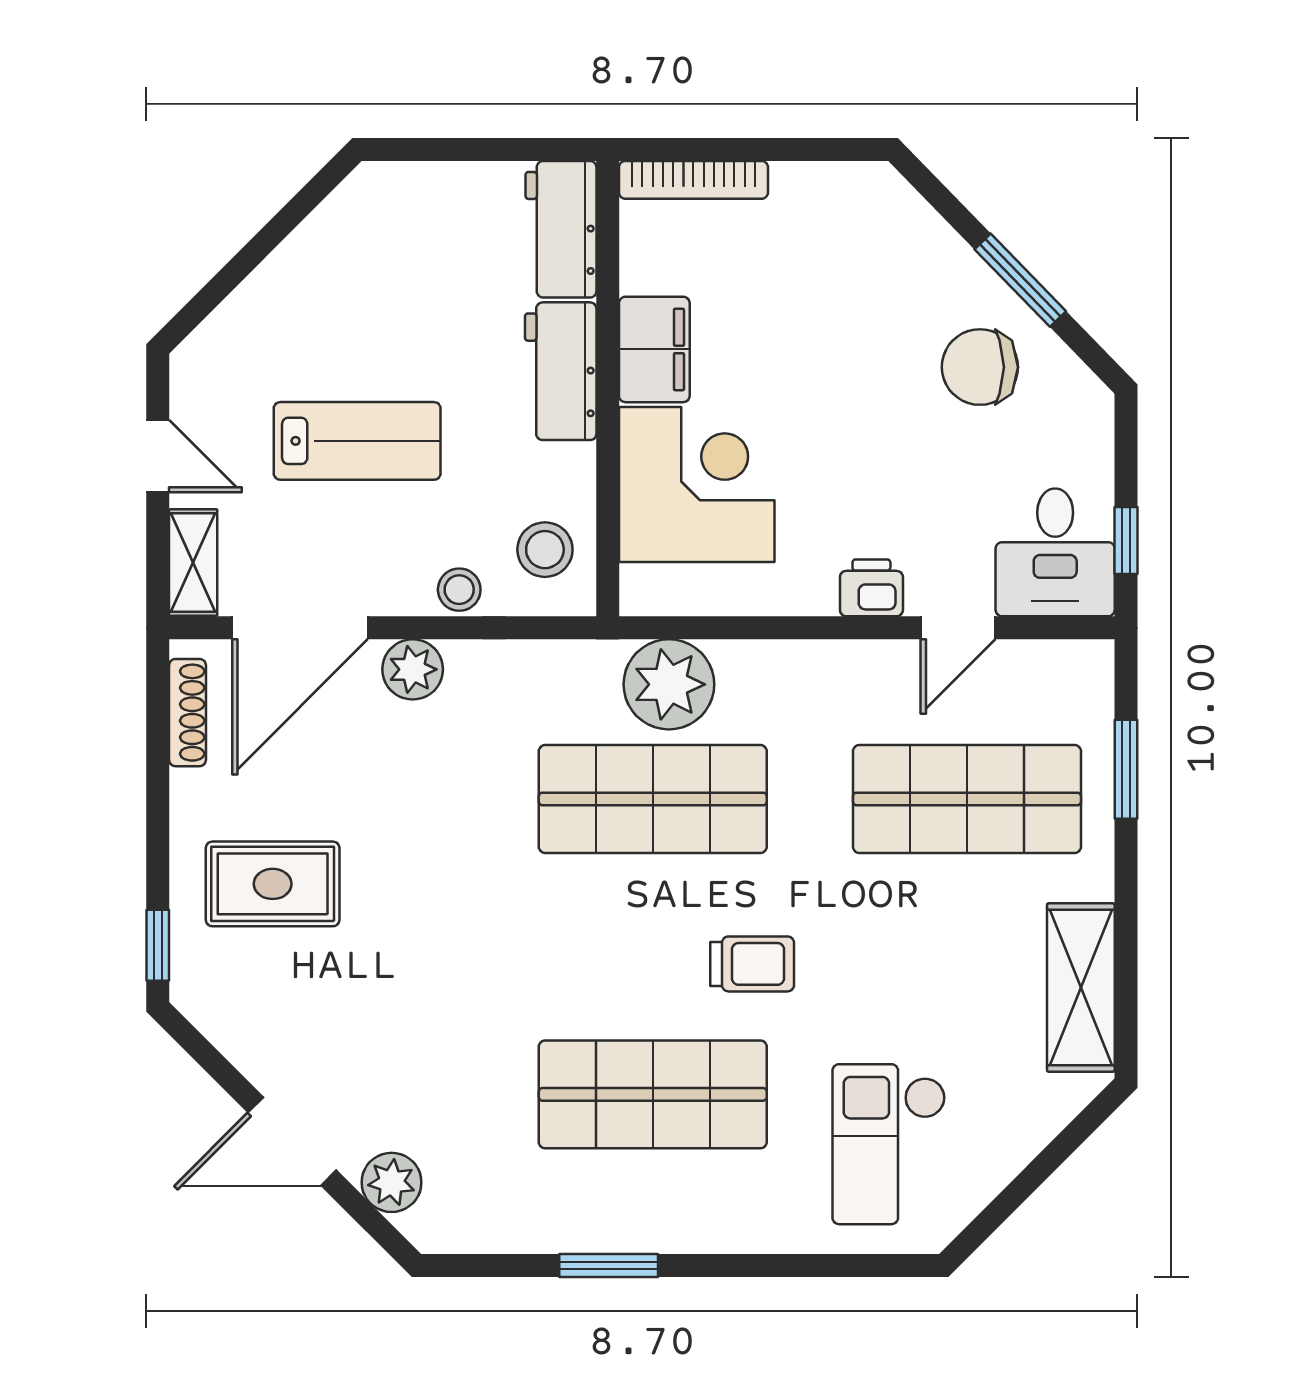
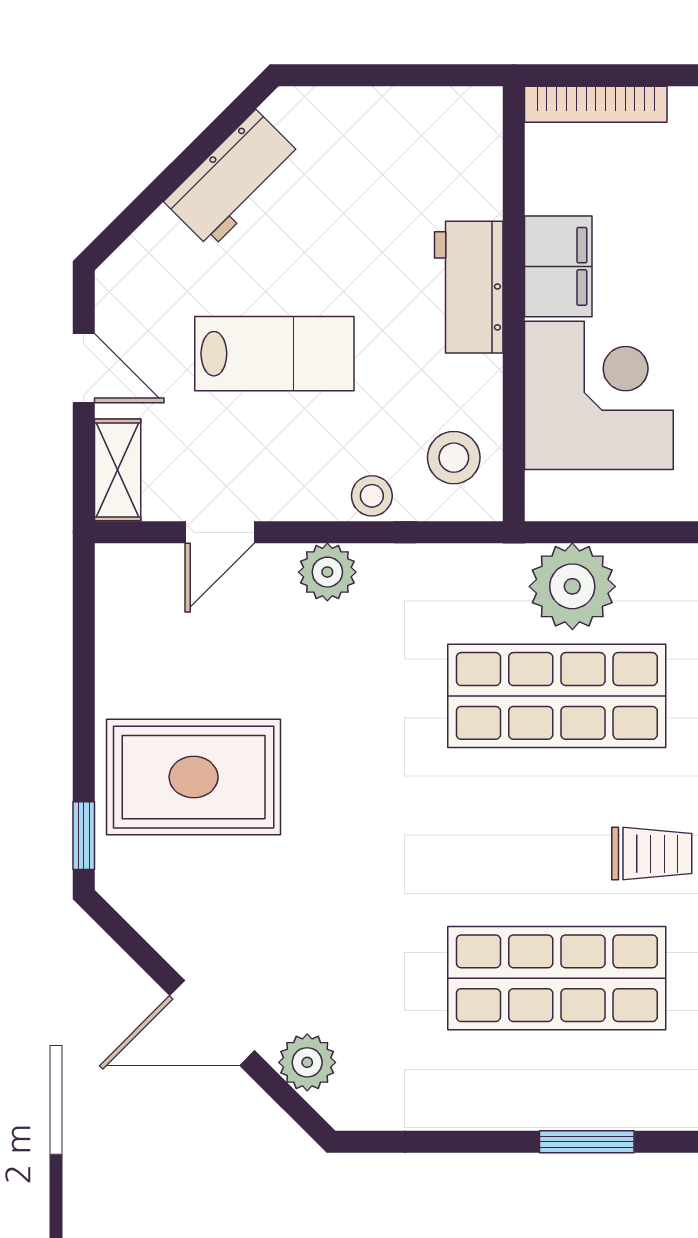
workbench: (561, 229) -> (233, 179), moved, turned -135
door: (300, 628) -> (220, 532), width x0.53
shoe rack: (187, 713) -> (112, 613), removed
rug: (273, 884) -> (194, 777), width x1.36, depth x1.43
window: (609, 1266) -> (587, 1142), moved

